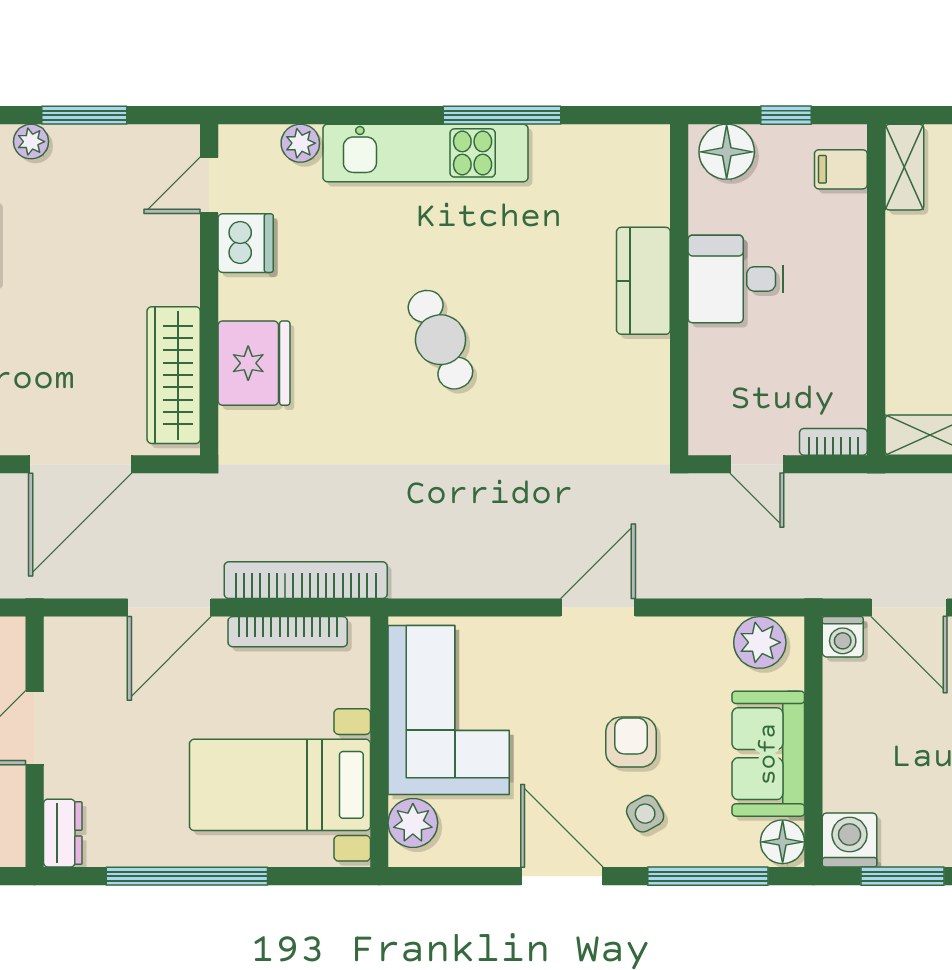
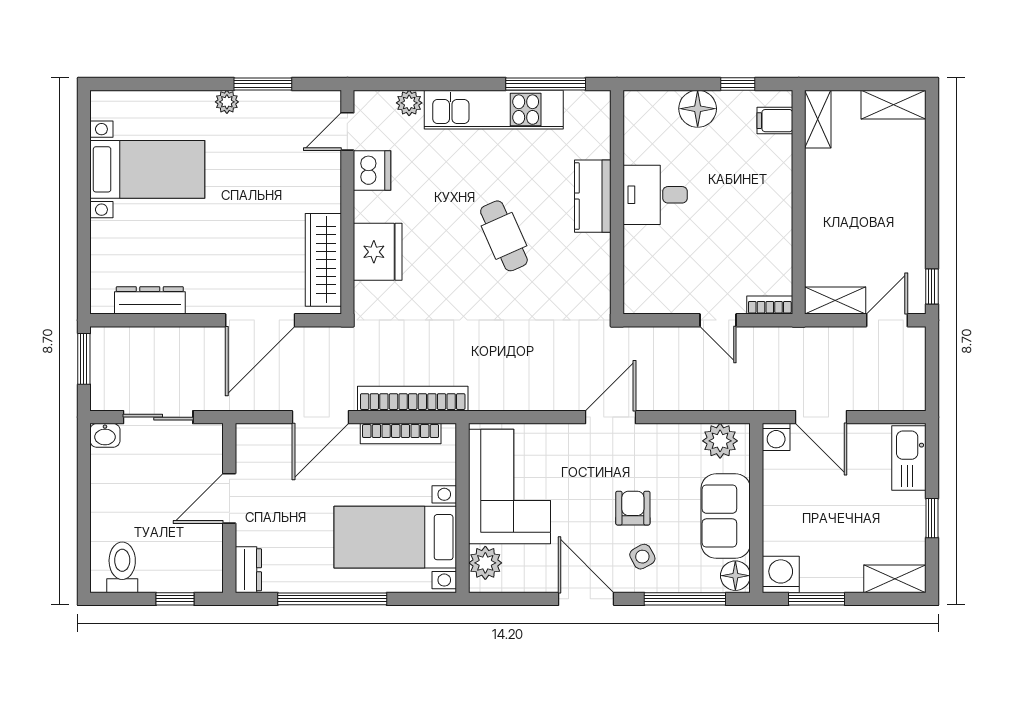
desk: (736, 279) -> (655, 195), moved
kitchen counter: (643, 281) -> (593, 196), moved
wall: (679, 290) -> (617, 202), moved

